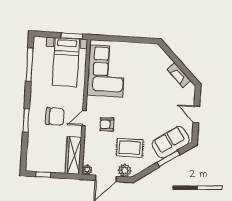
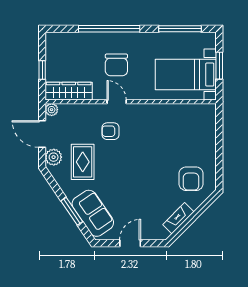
window: (72, 36) -> (219, 66), moved
armchair: (148, 63) -> (191, 179), added
corner sofa: (106, 71) -> (178, 126), removed
window: (26, 120) -> (109, 29), width x2.11
armchair: (107, 124) -> (110, 131), turned -88
window: (43, 175) -> (42, 70), moved

